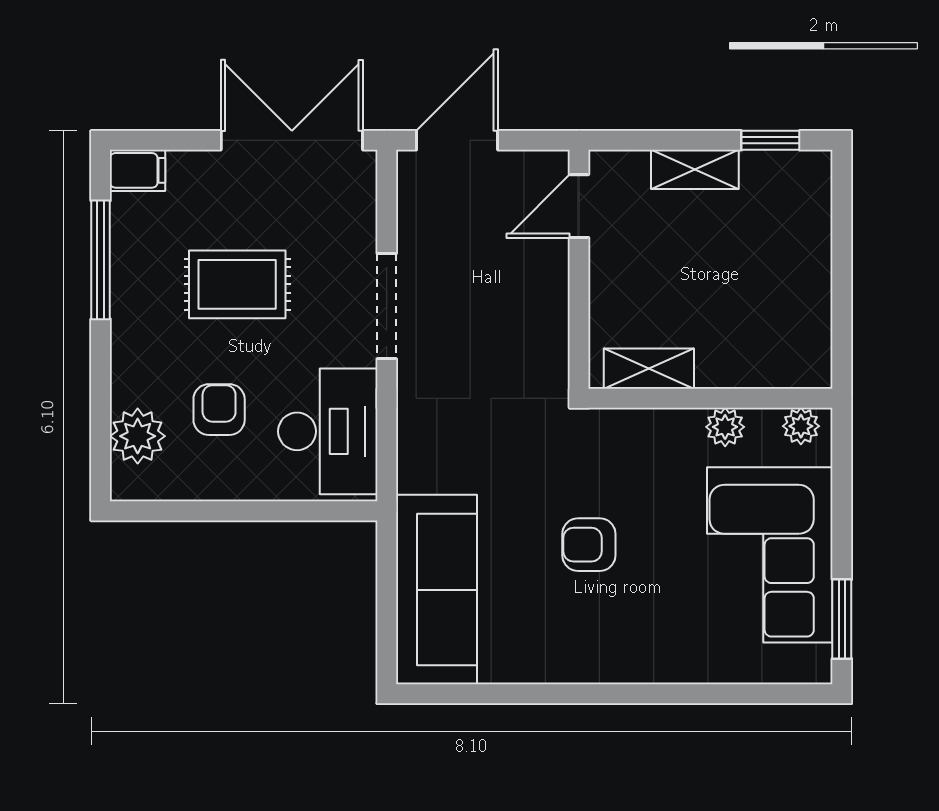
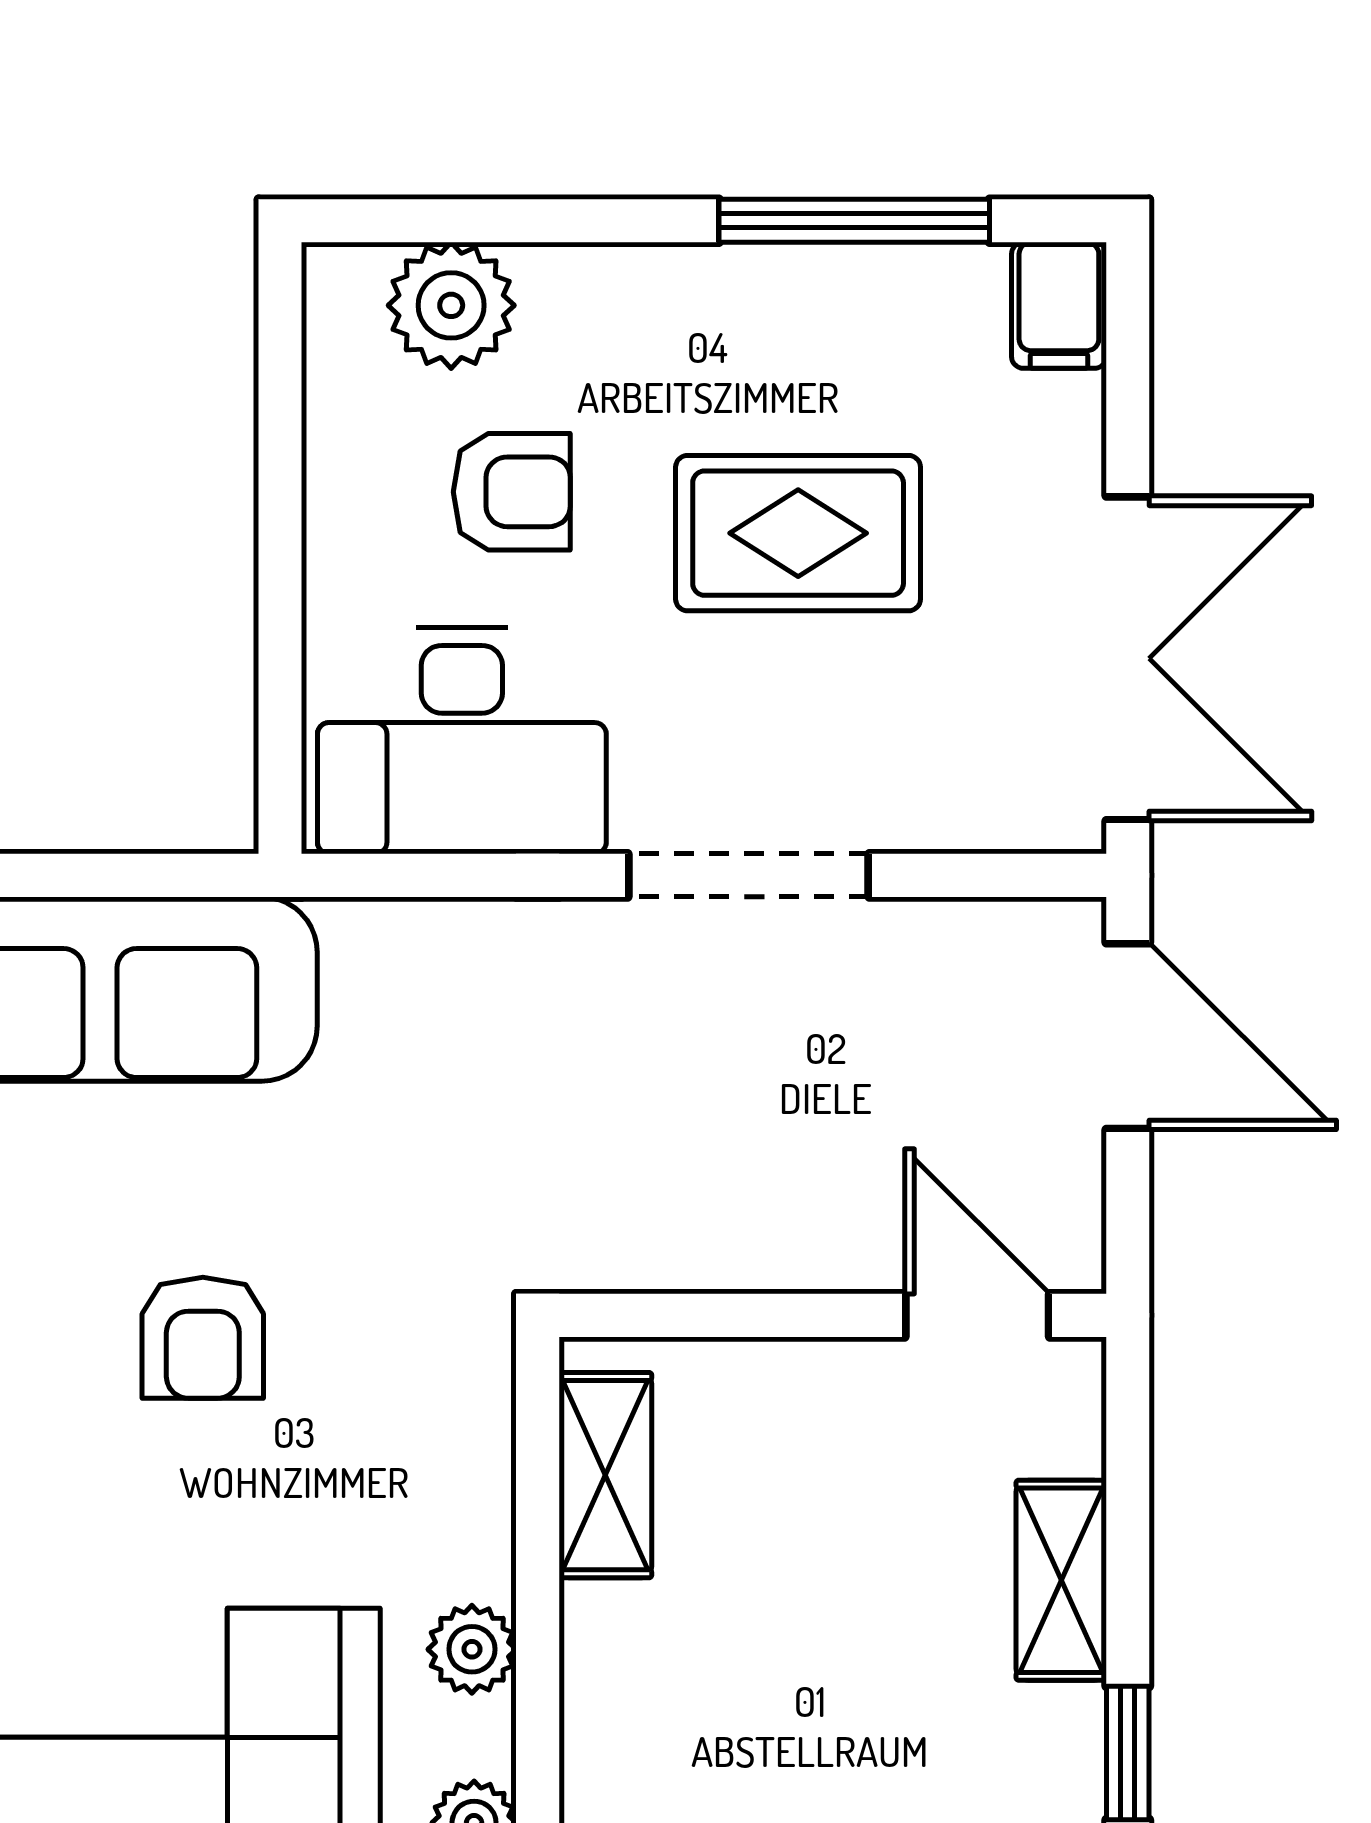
rug: (237, 284) -> (798, 533), turned 90
armchair: (589, 545) -> (203, 1338), turned 180

